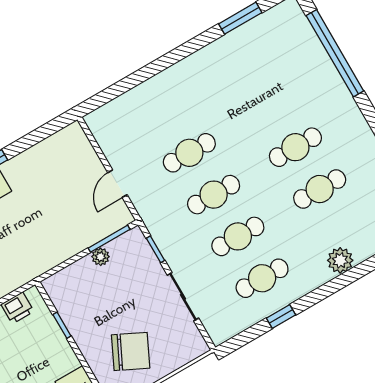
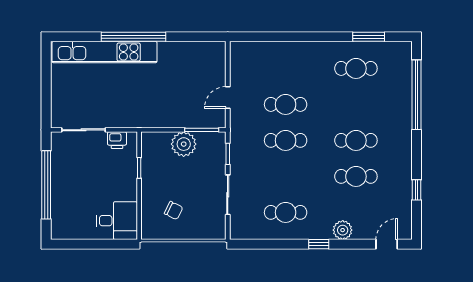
cafe table: (238, 236) -> (356, 68), moved
plant: (100, 257) -> (184, 144), width x1.87, depth x1.87
window: (281, 316) -> (319, 244), moved
chair: (131, 351) -> (174, 210), width x0.54, depth x0.54

